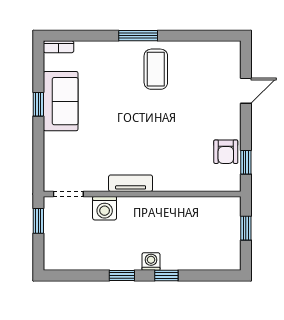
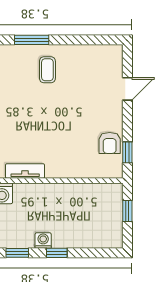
coffee table: (156, 69) -> (47, 70), width x0.73, depth x0.77

